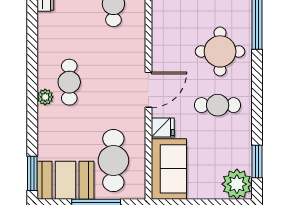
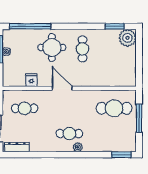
door: (148, 90) -> (62, 88), moved
fridge: (163, 128) -> (31, 80), moved
sofa: (169, 169) -> (119, 77), removed
booth: (66, 180) -> (125, 136), removed

